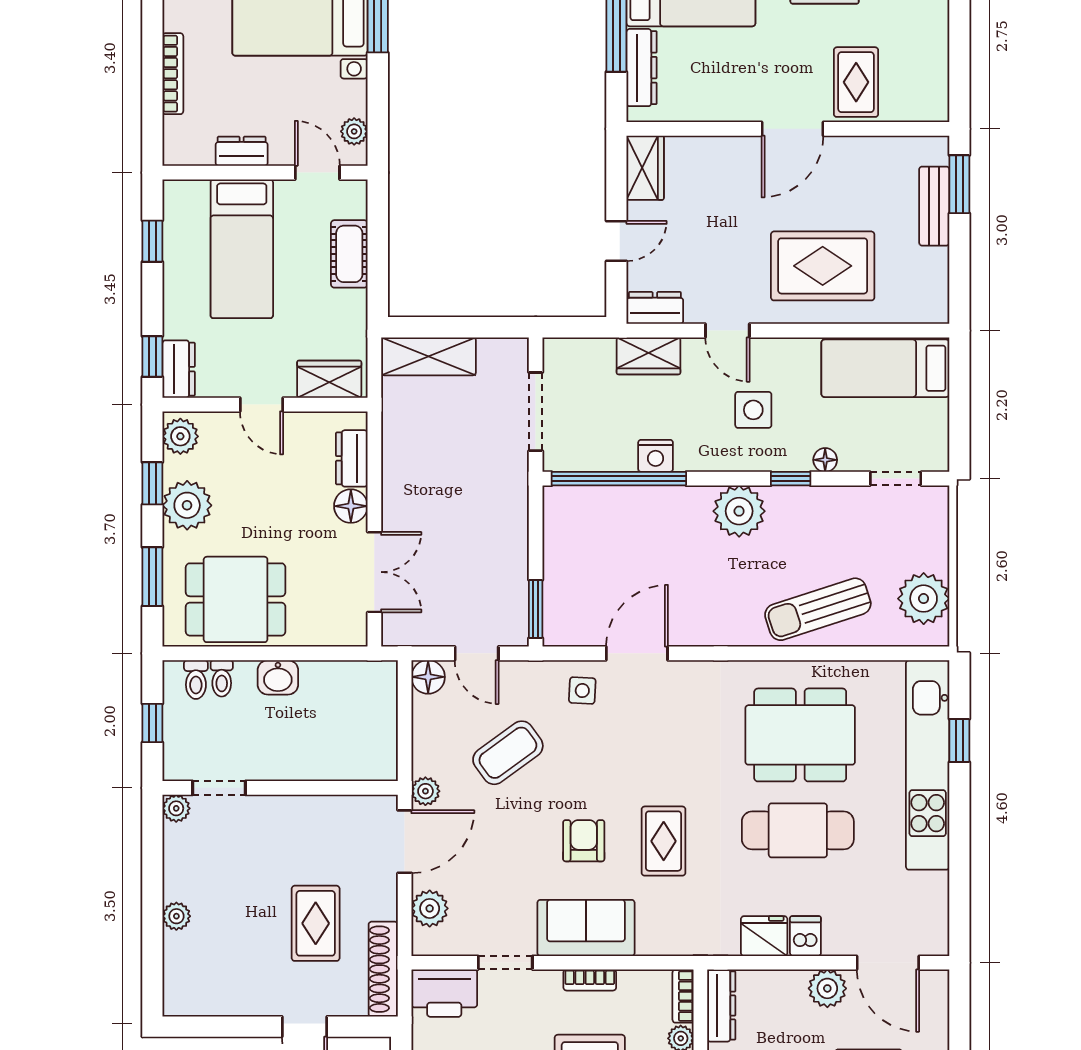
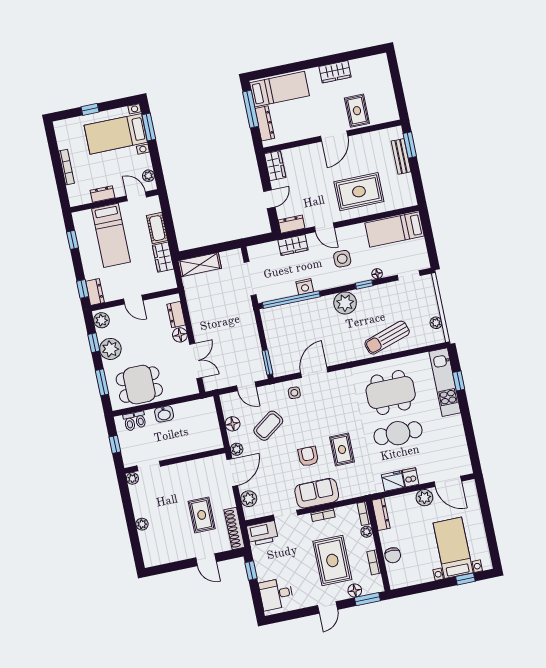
wardrobe: (329, 379) -> (163, 257), moved, turned -90
plant: (924, 599) -> (436, 323), width x0.53, depth x0.53
floor lamp: (428, 677) -> (233, 424), moved
kitchen unit: (928, 765) -> (445, 382), width x0.73

